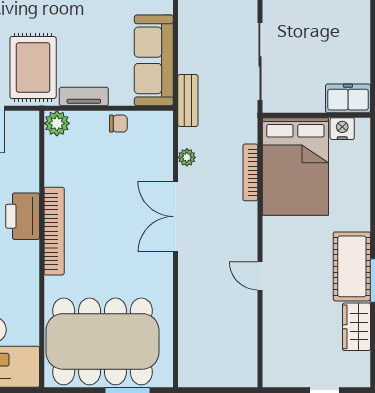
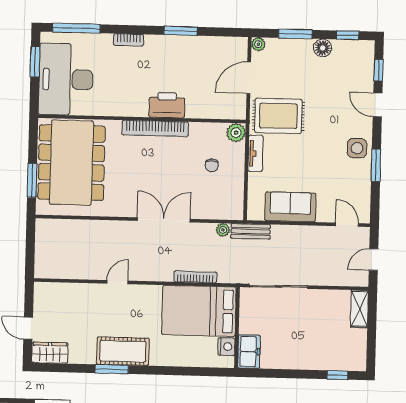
sofa: (154, 60) -> (290, 207), width x0.73
chair: (118, 124) -> (212, 165), moved
plant: (187, 157) -> (223, 230), moved
wardrobe: (356, 327) -> (50, 353), moved

